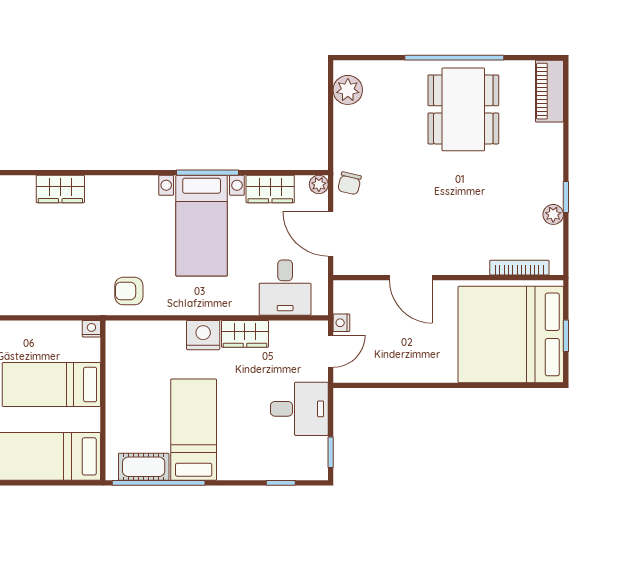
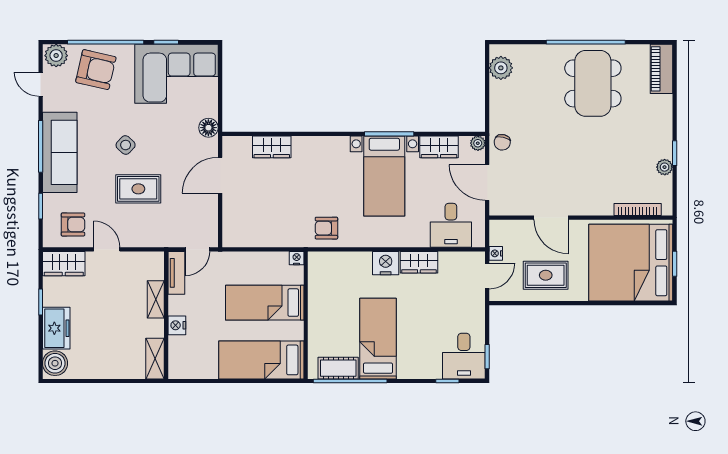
rug: (404, 350) -> (546, 275), added
desk: (299, 409) -> (464, 356), moved, turned 90

